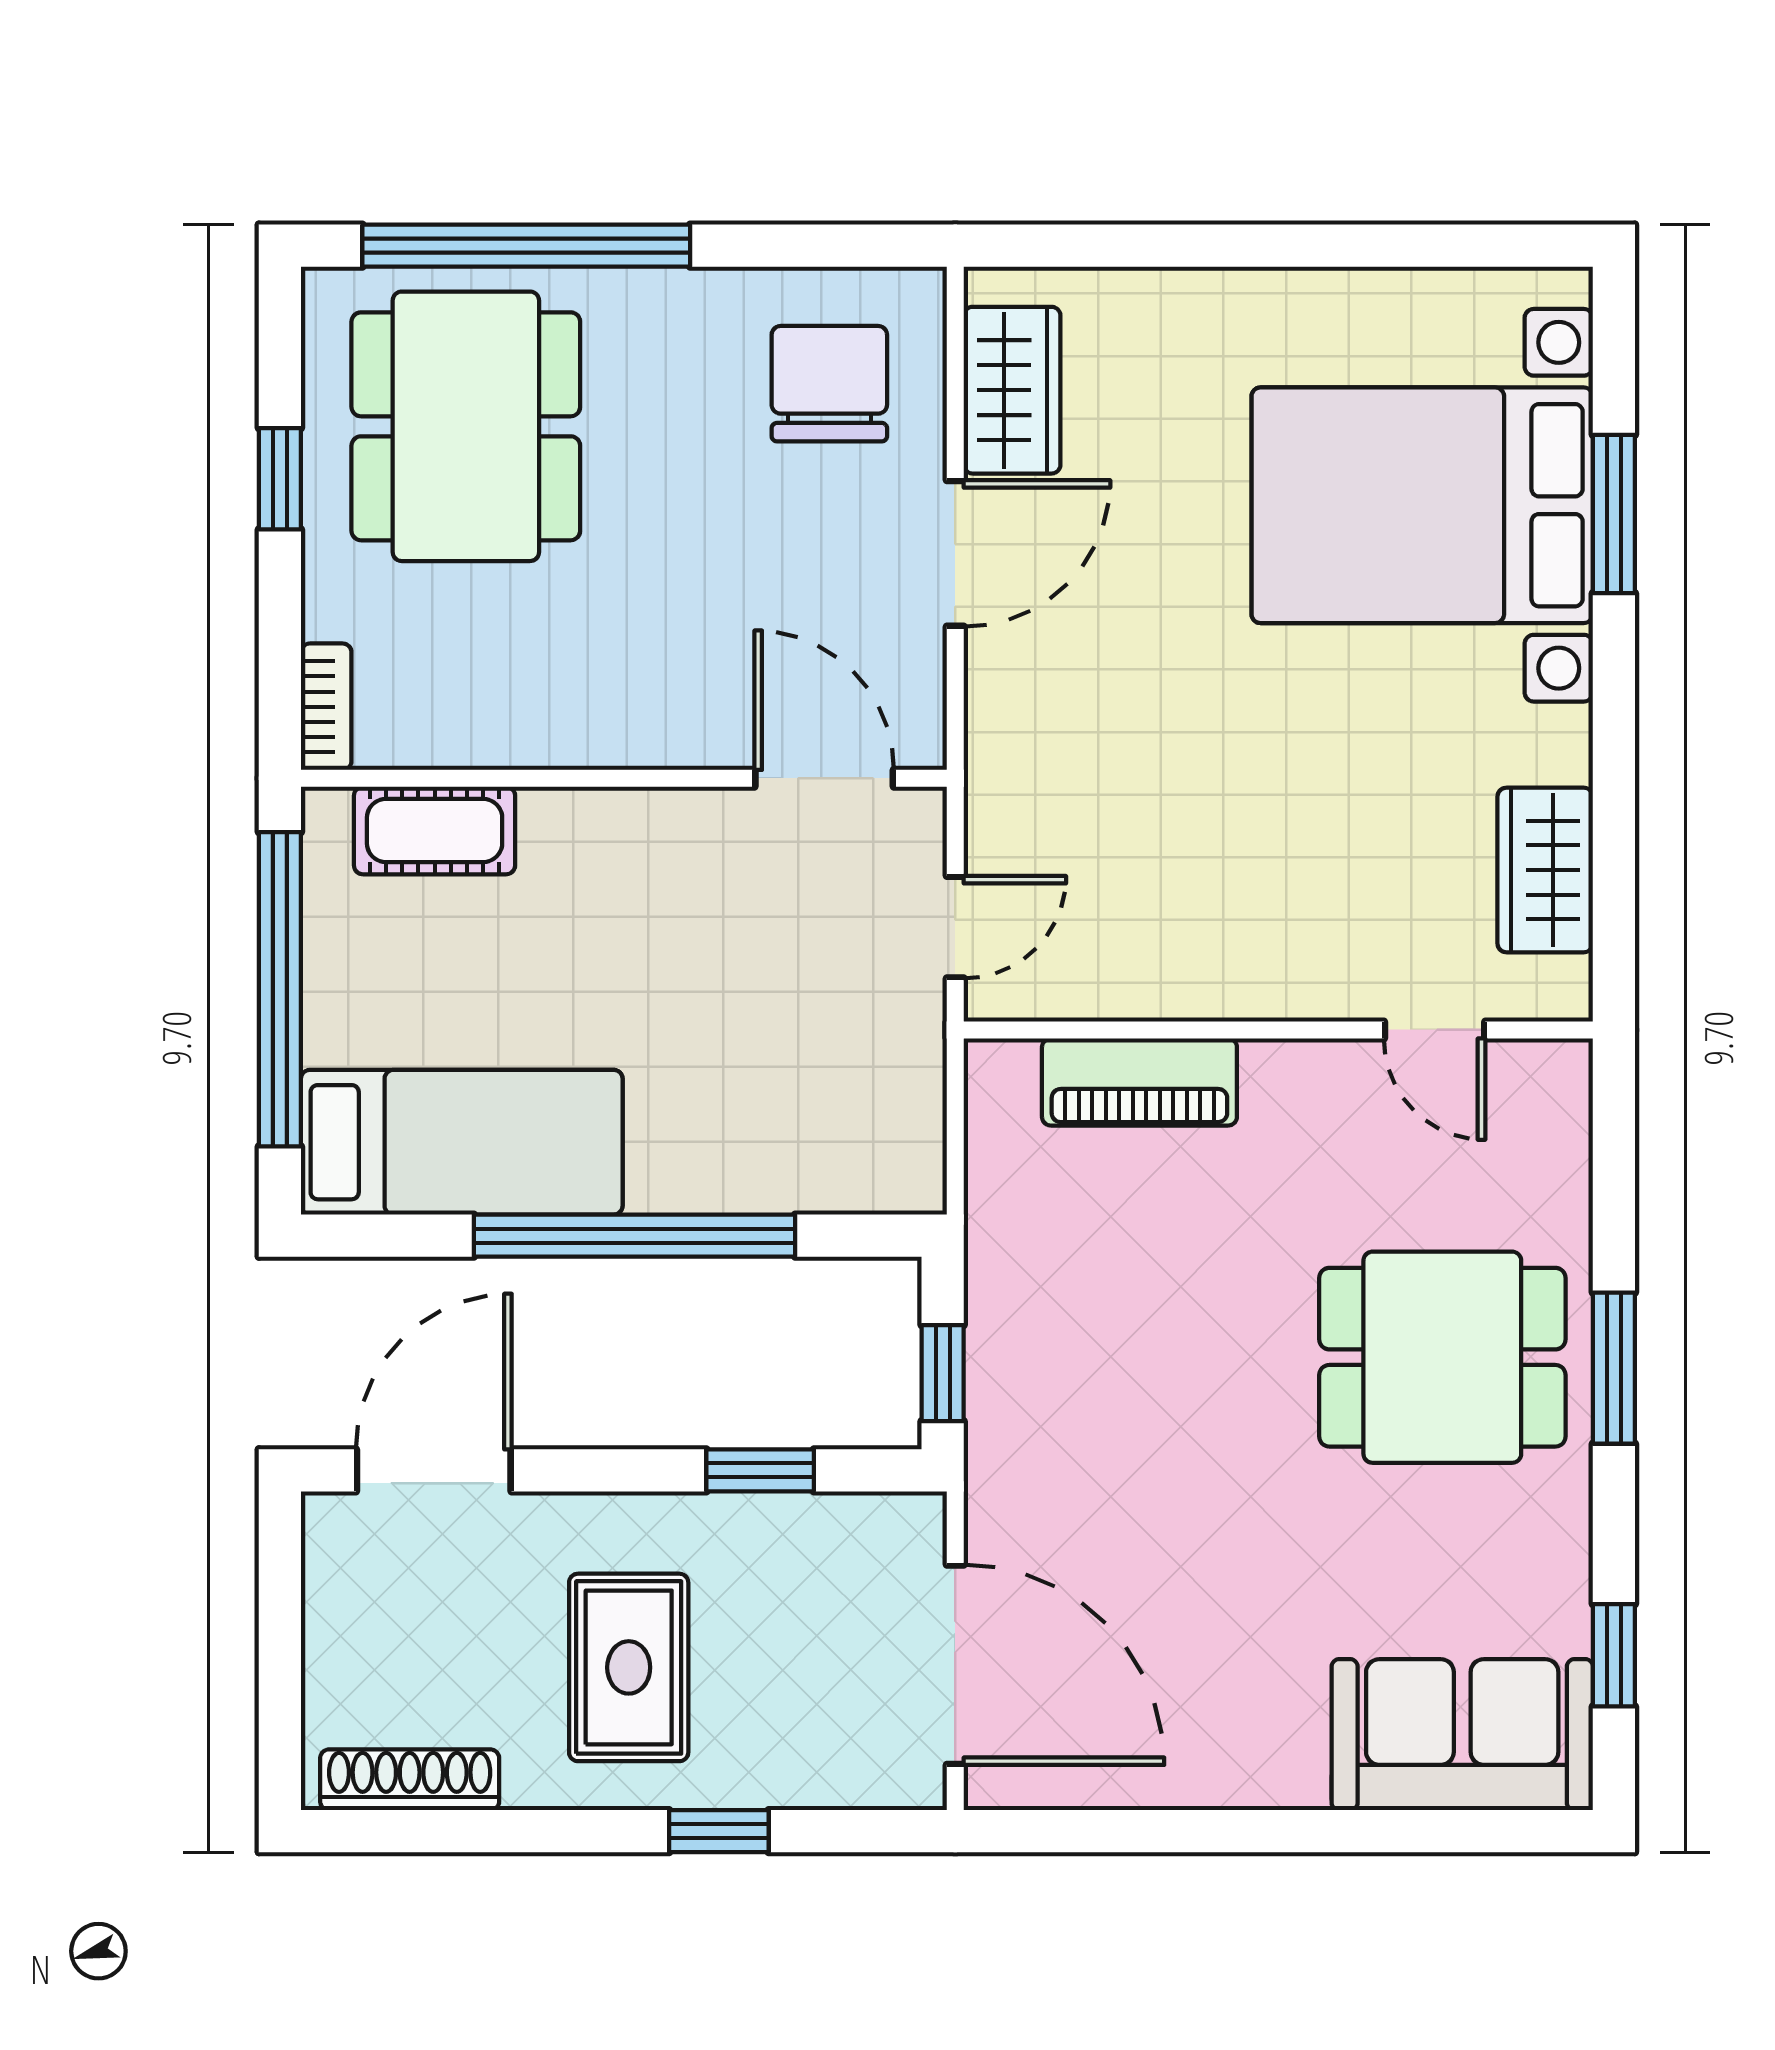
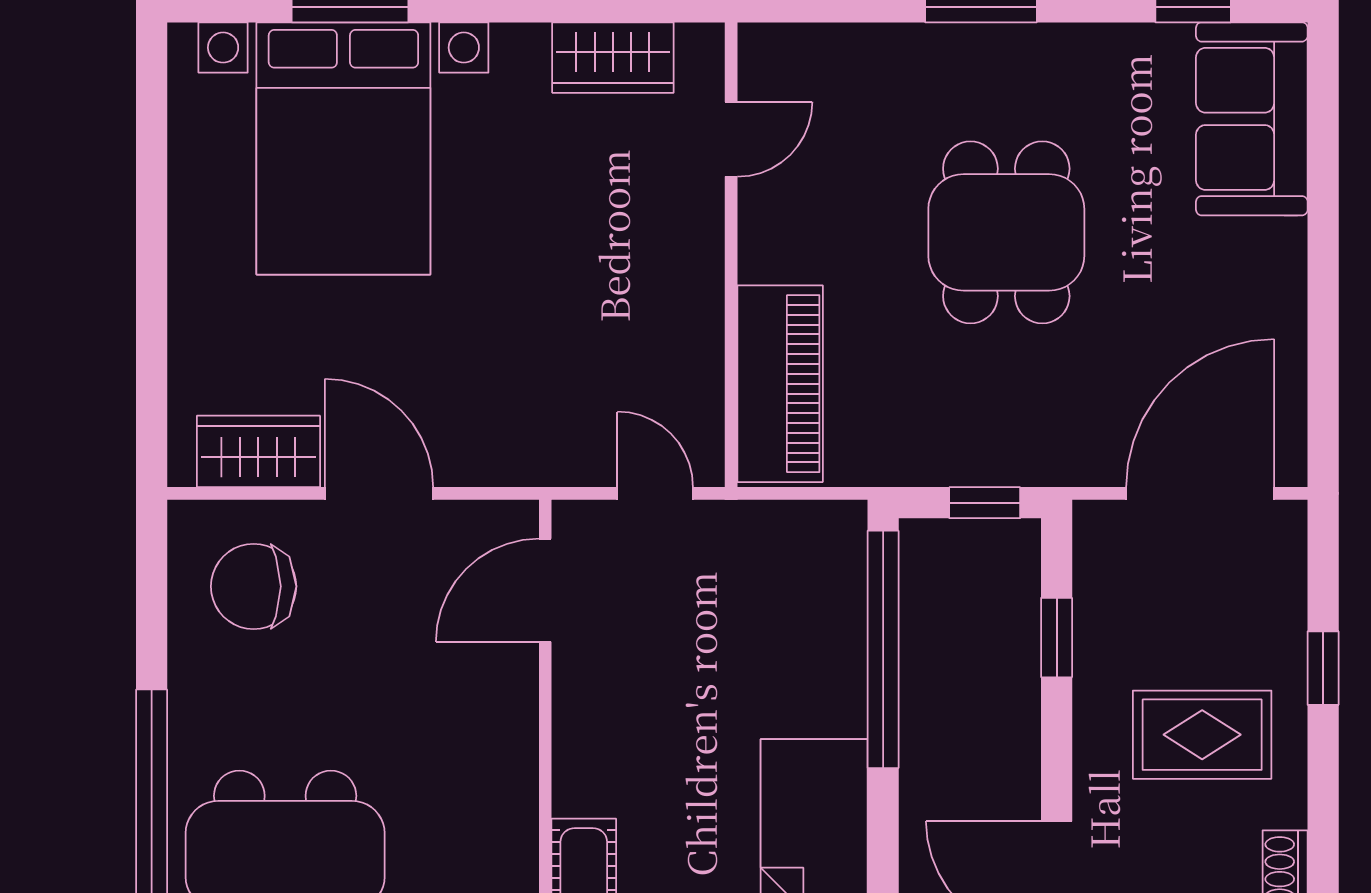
piano: (1139, 1082) -> (780, 384), width x1.37, depth x1.33
window: (634, 1236) -> (883, 649), moved
dining table: (1442, 1357) -> (1006, 232), moved

